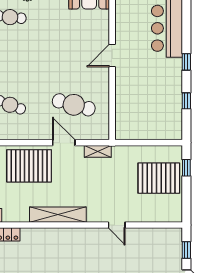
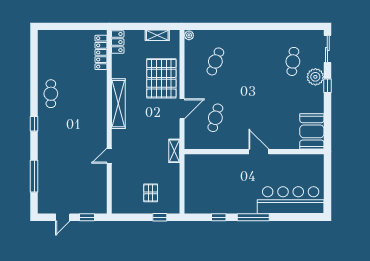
window: (186, 62) -> (253, 217), width x2.17
cafe table: (74, 105) -> (215, 118), width x0.73, depth x0.74
shelving: (98, 151) -> (174, 151), moved
pallet: (159, 178) -> (151, 193), width x0.49, depth x0.50

